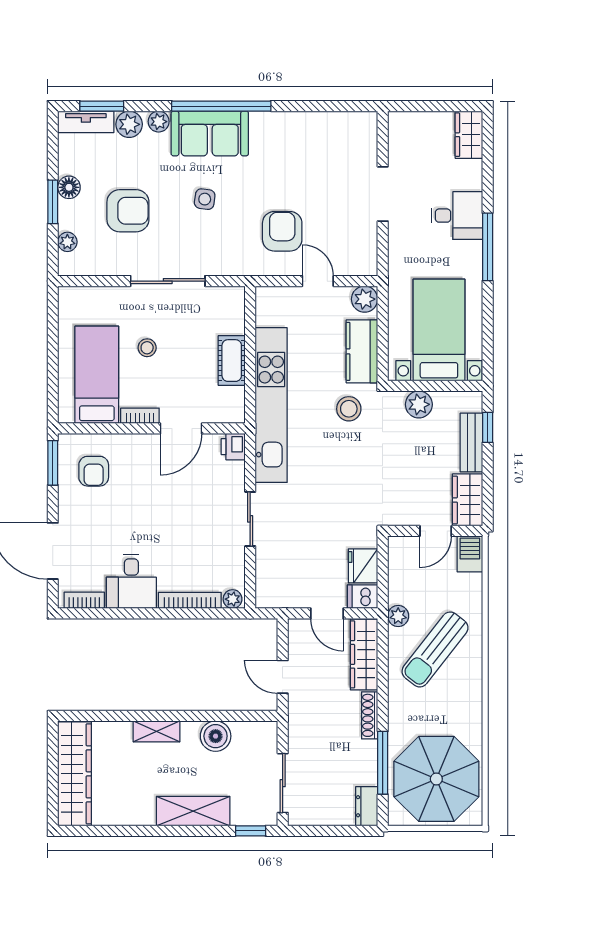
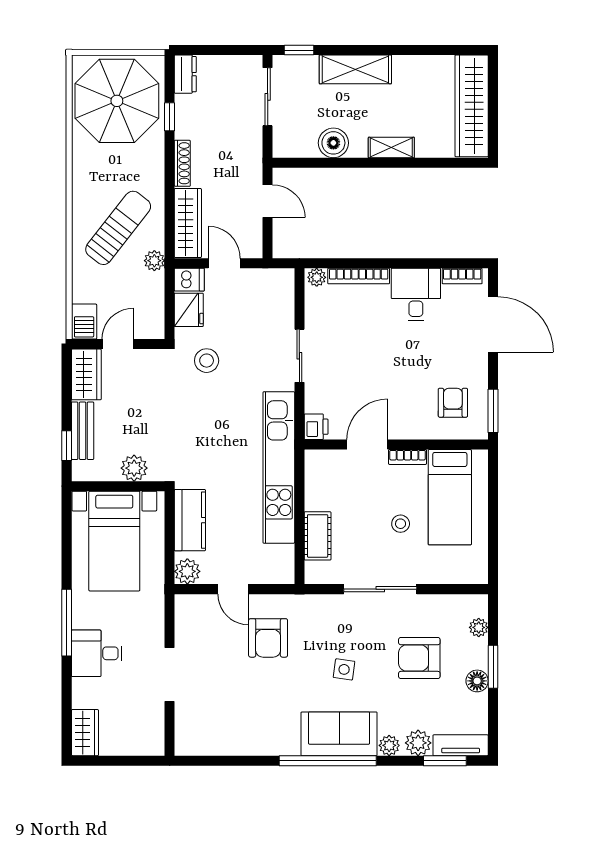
cot: (232, 361) -> (318, 536), moved
stool: (349, 409) -> (207, 361), moved
window: (383, 763) -> (170, 117), width x0.46

